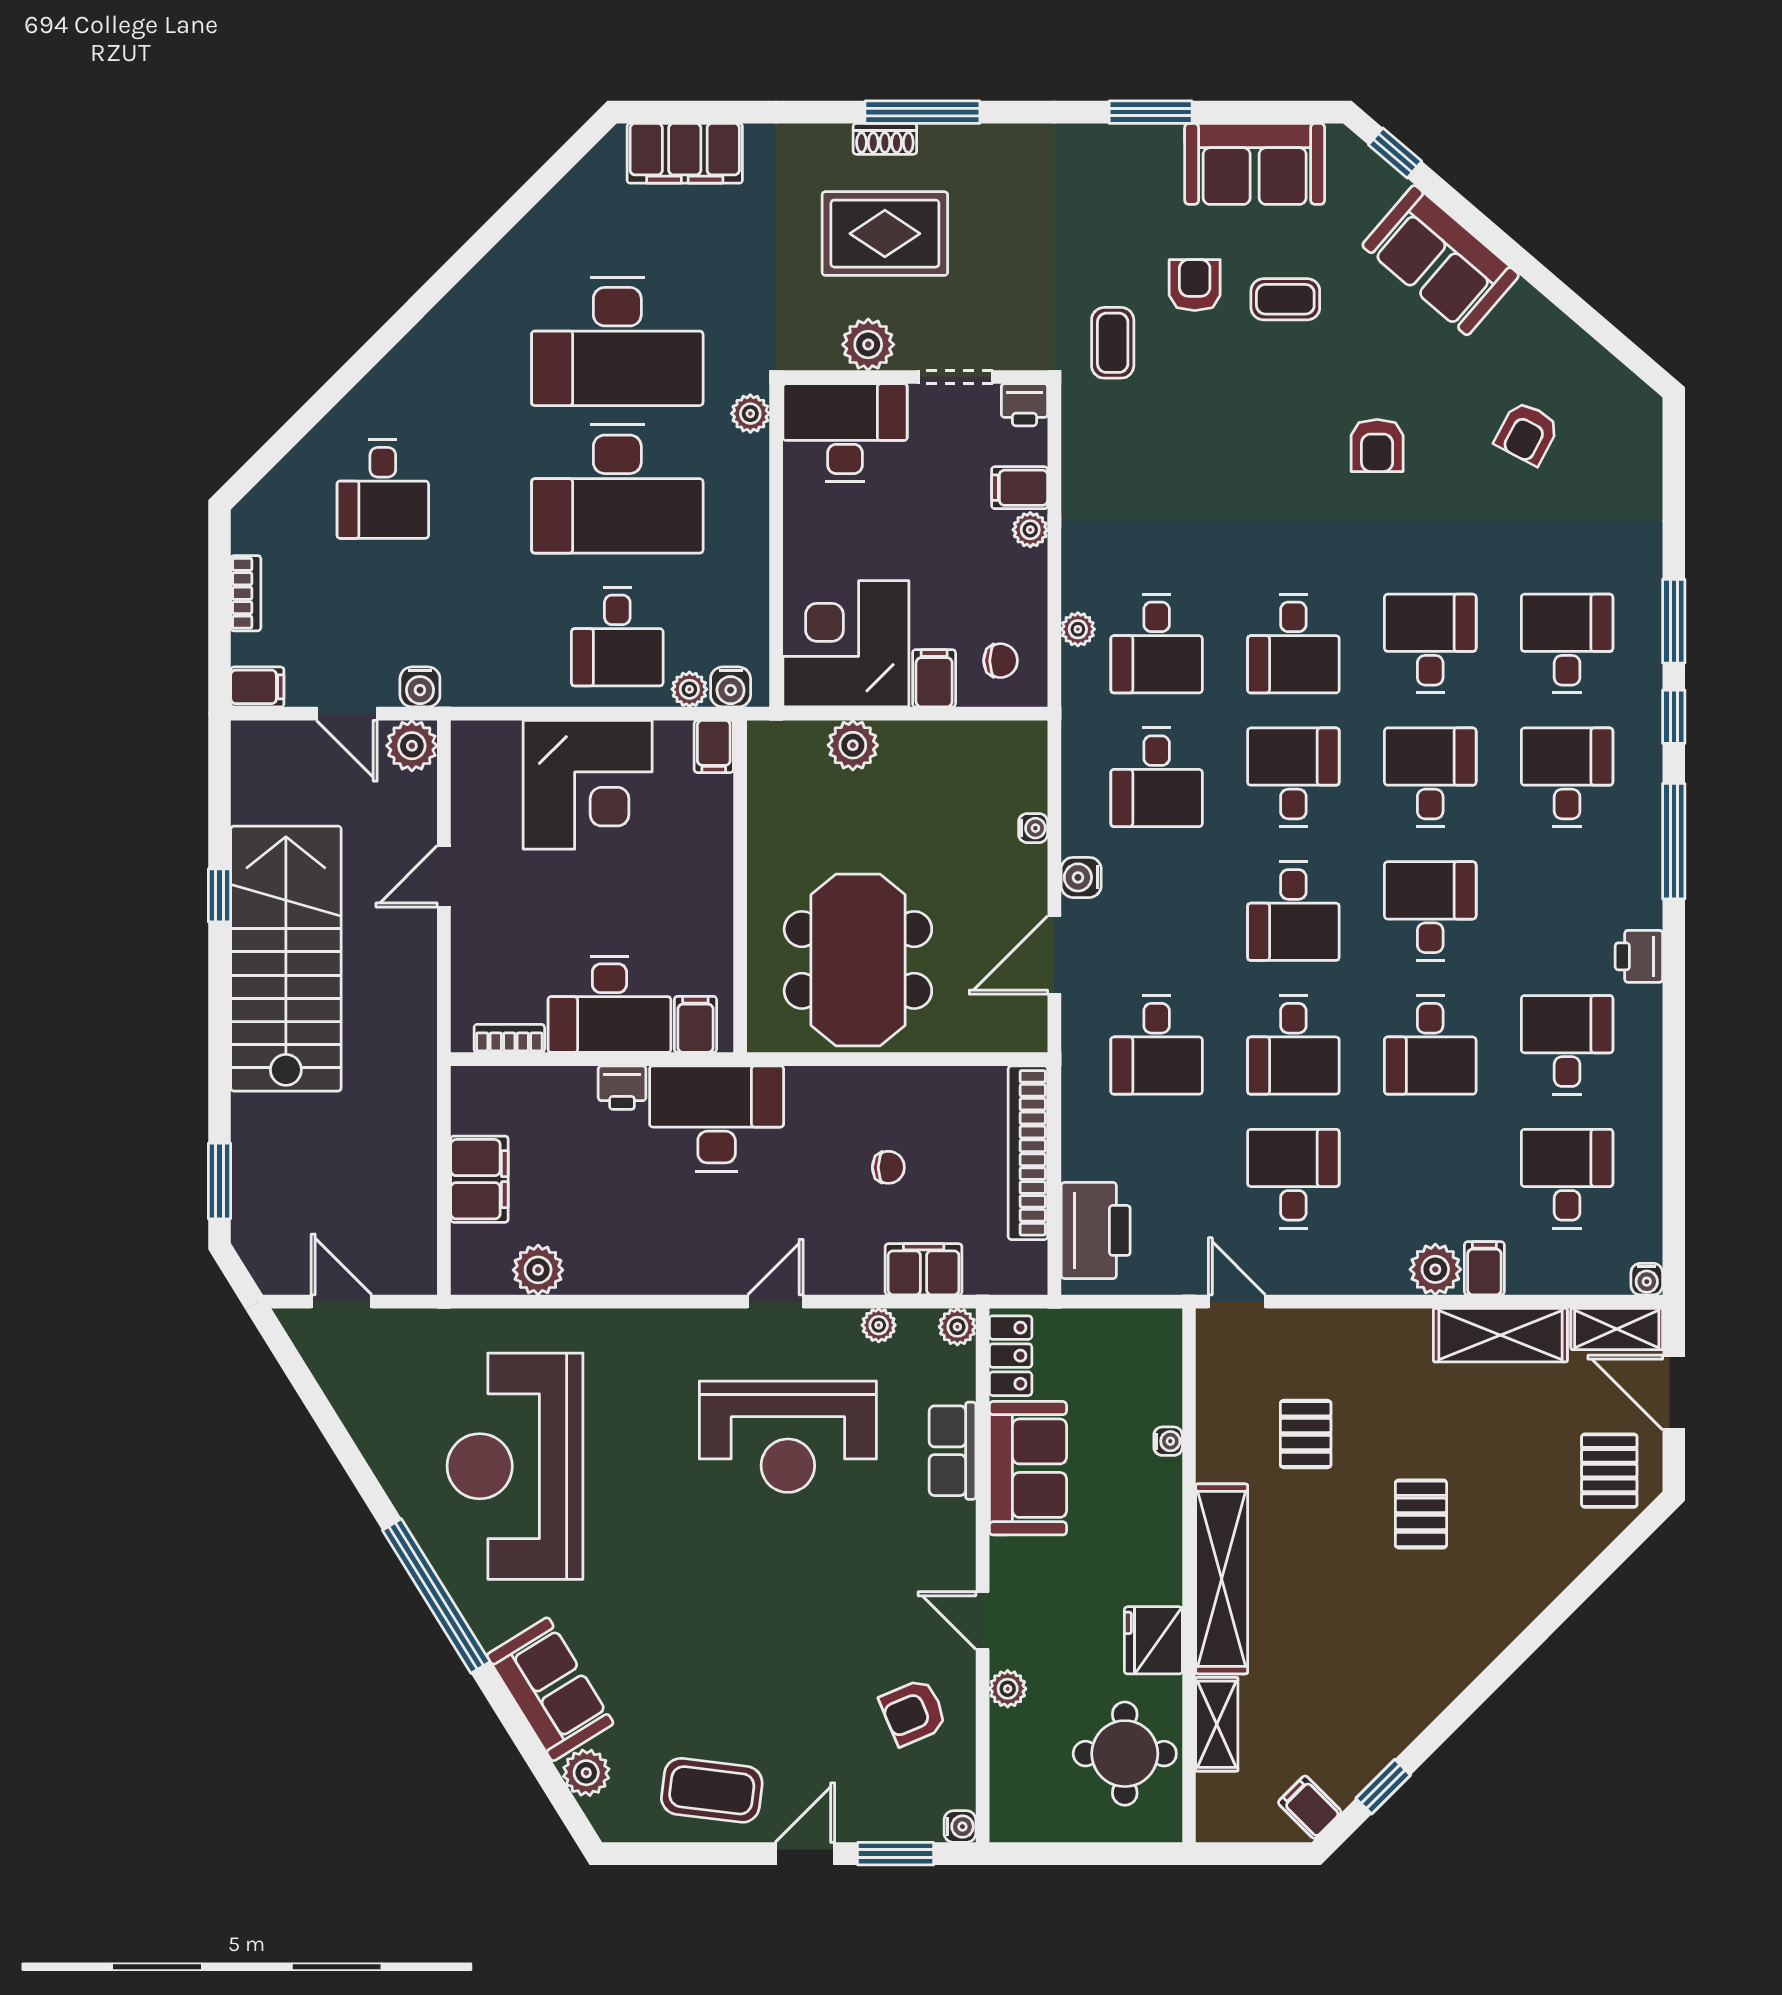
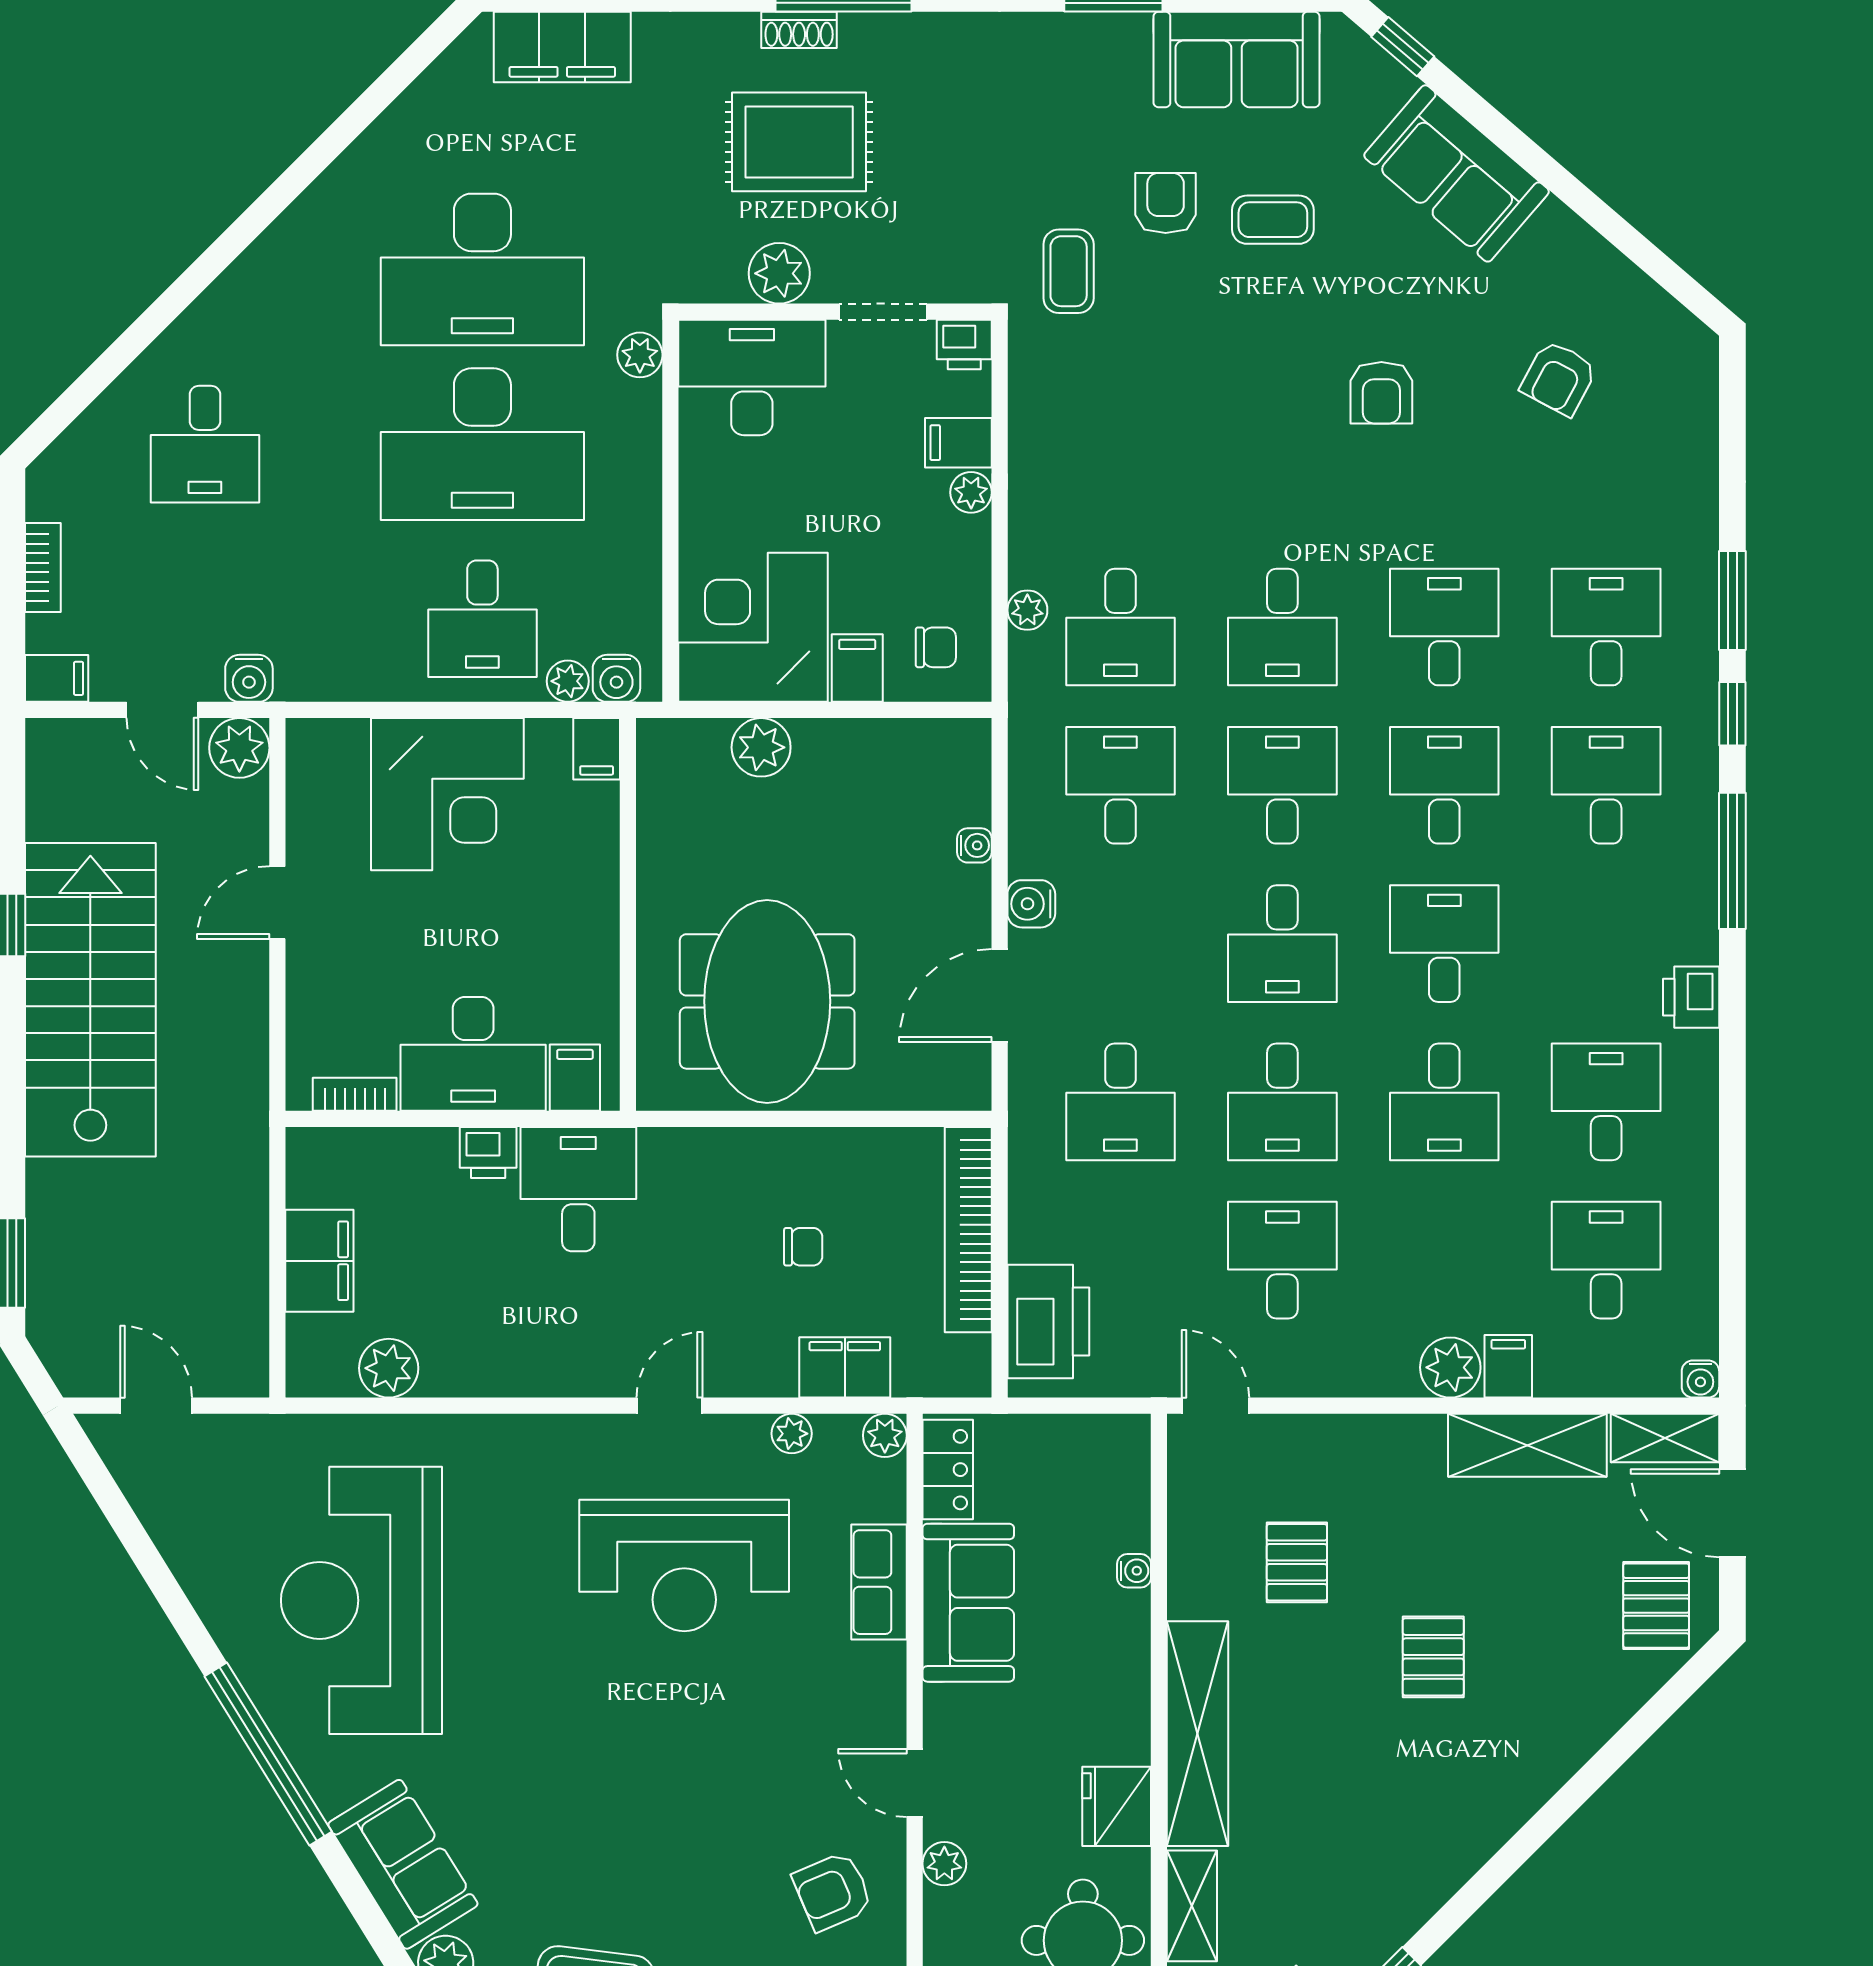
desk: (1157, 777) -> (1120, 785), turned 180
desk: (717, 1119) -> (578, 1189), width x0.73

